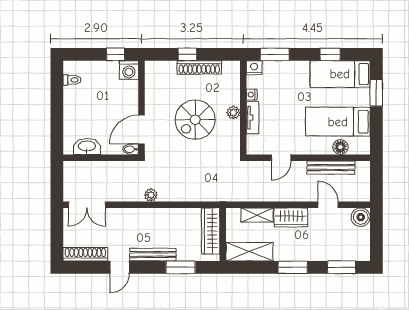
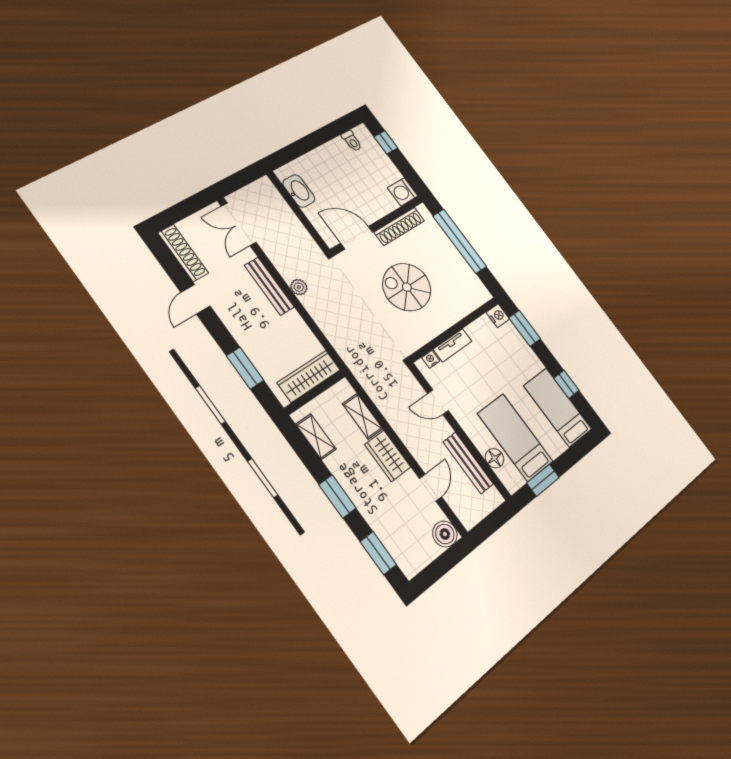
window: (116, 54) -> (386, 142), moved
window: (187, 54) -> (460, 241), width x3.17
shoe rack: (199, 67) -> (399, 226), moved, turned -90
window: (376, 93) -> (543, 480), moved
nightstand: (252, 95) -> (431, 359), moved
plant: (233, 112) -> (443, 322), removed
bidet: (131, 149) -> (329, 238), removed
shelving: (250, 252) -> (316, 437), width x0.67, depth x0.75
bench: (153, 255) -> (269, 286), moved
door: (120, 267) -> (196, 299), hinge flipped

